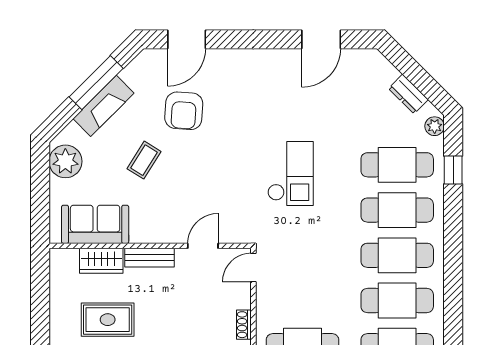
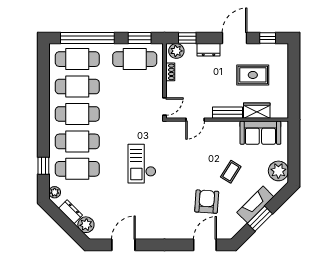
plant: (383, 73) -> (86, 225), added
window: (96, 83) -> (260, 219), width x0.69

